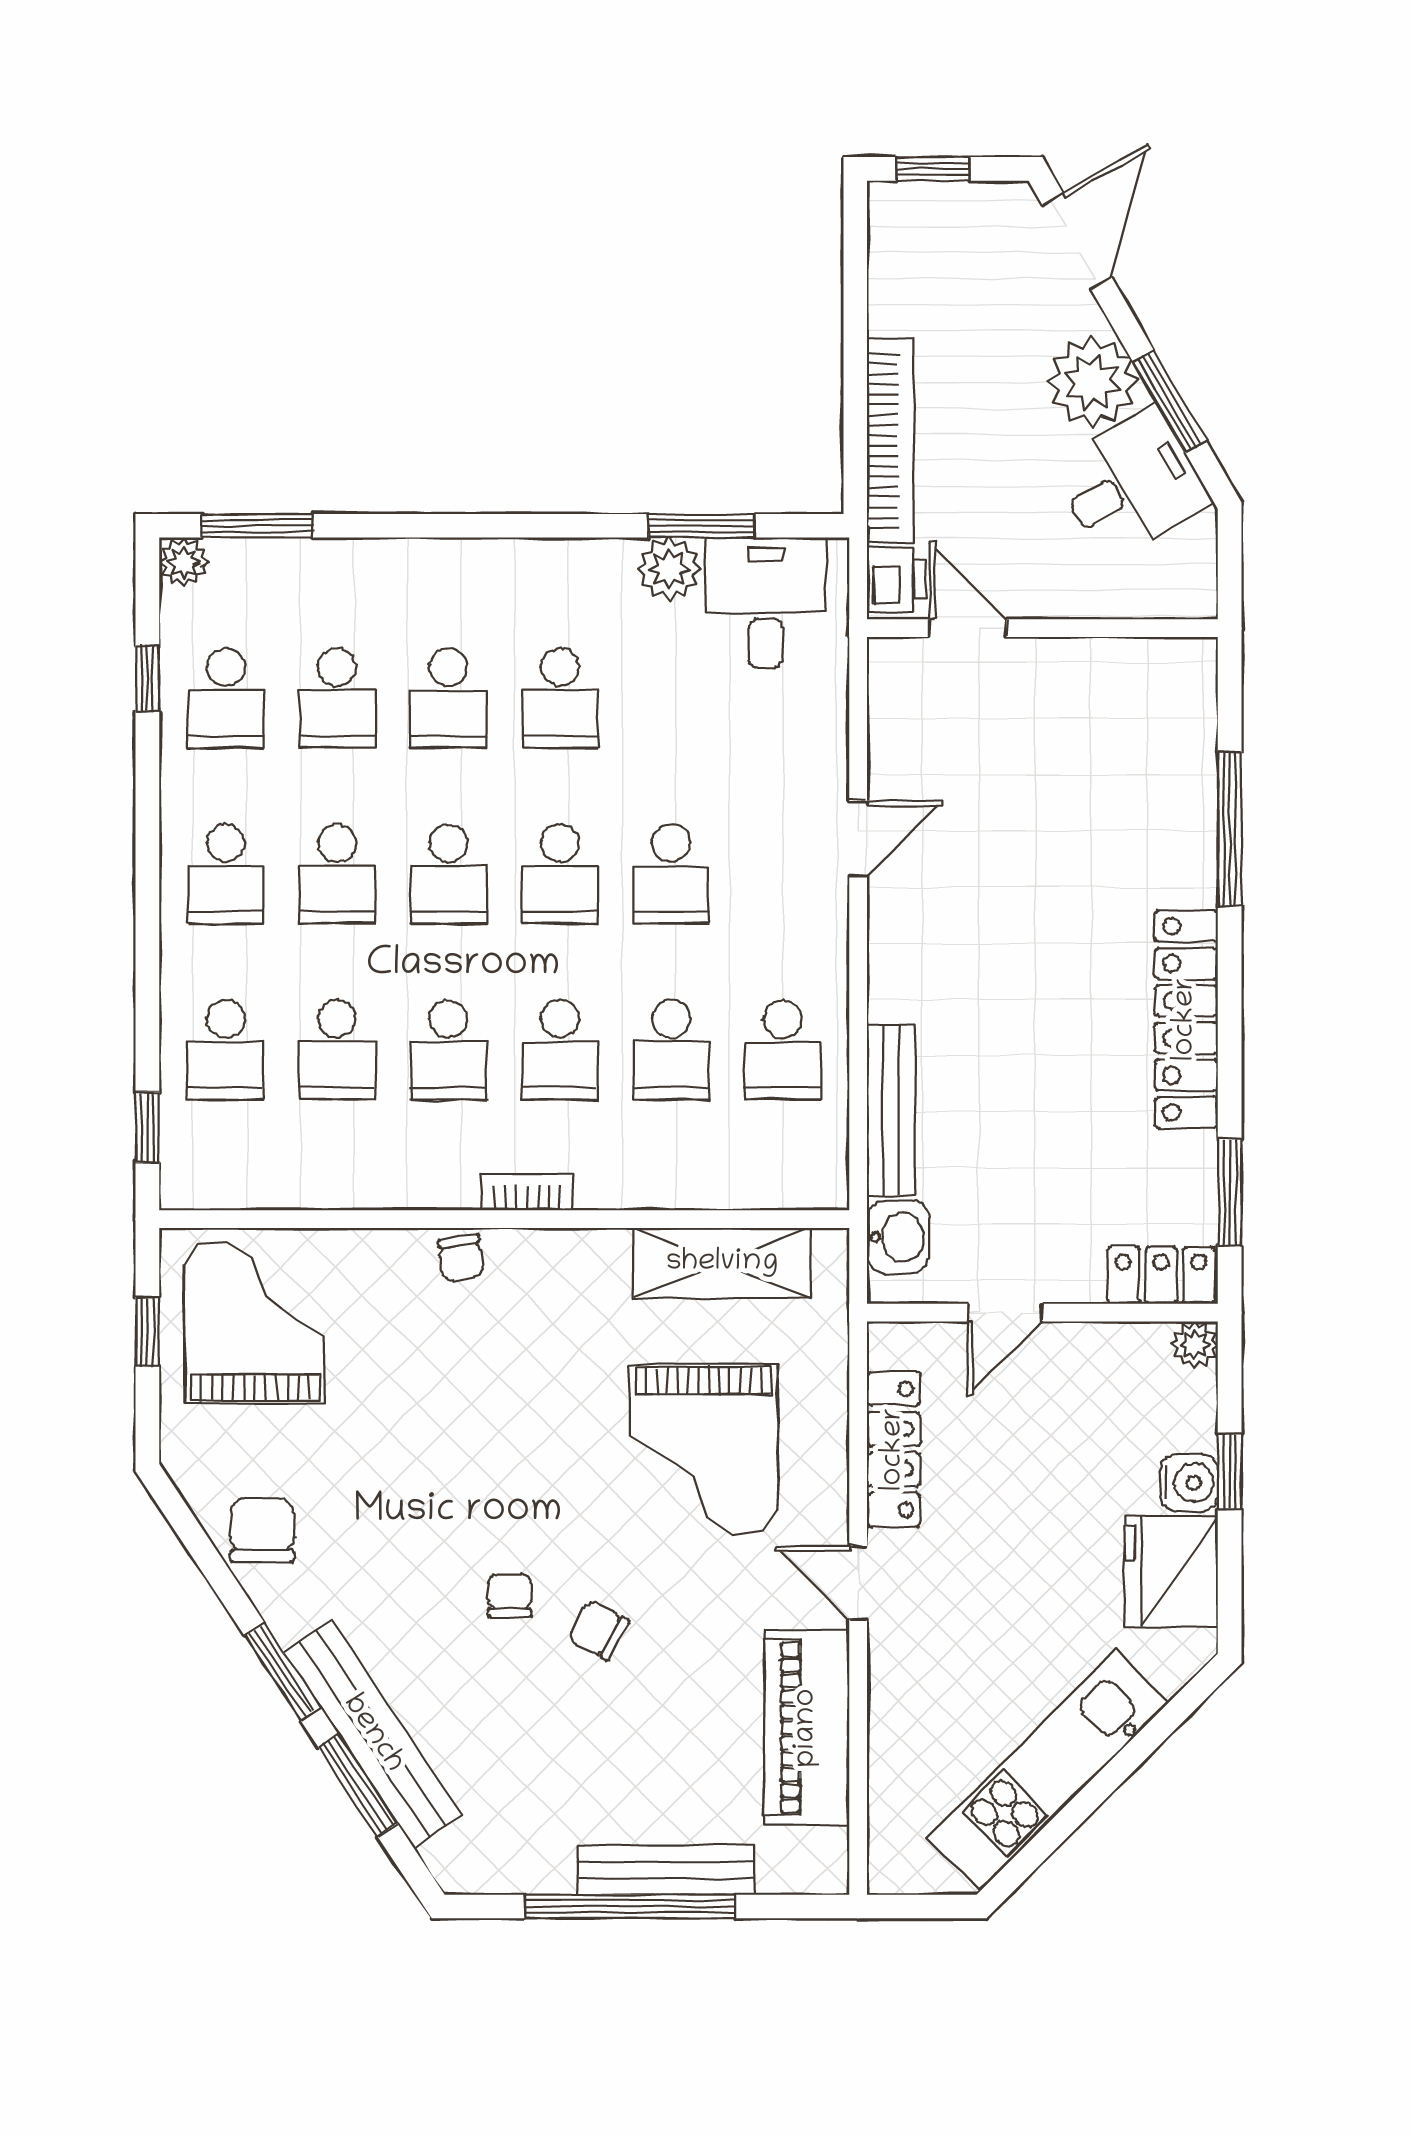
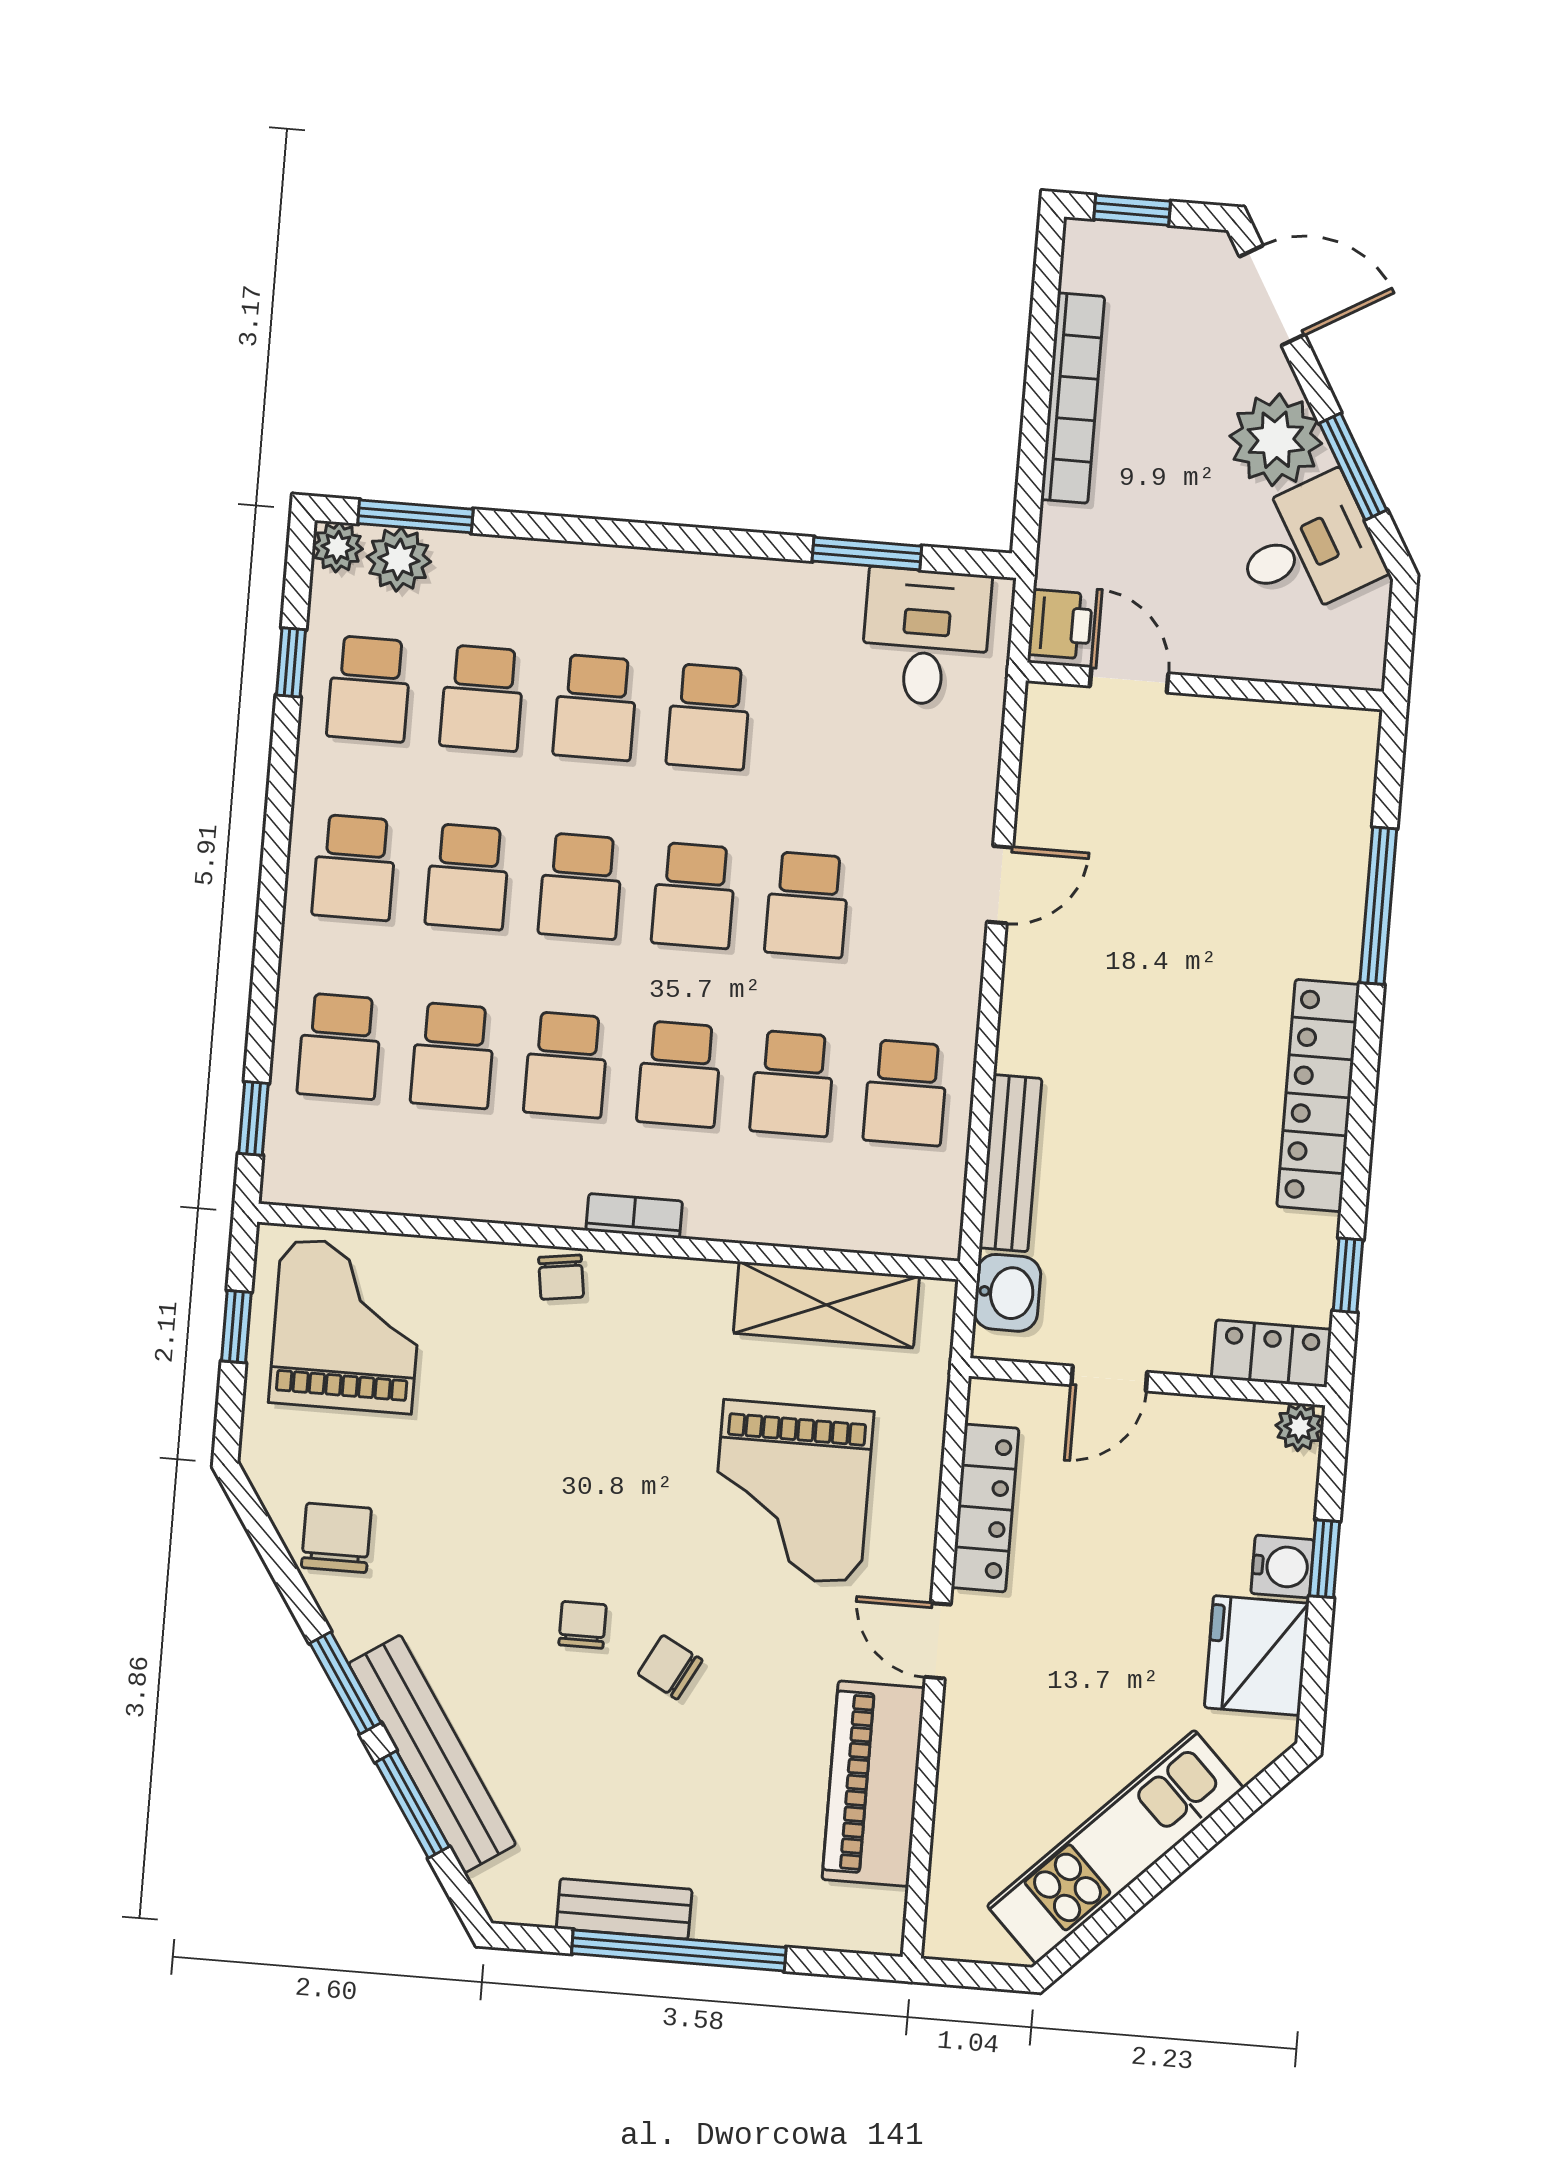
door: (1077, 241) -> (1272, 296), hinge flipped
bookcase: (890, 441) -> (1073, 398), moved
plant: (669, 569) -> (399, 559), moved
window: (1230, 1193) -> (1348, 1275), width x0.67
bench: (666, 1870) -> (624, 1909), moved, width x0.73

